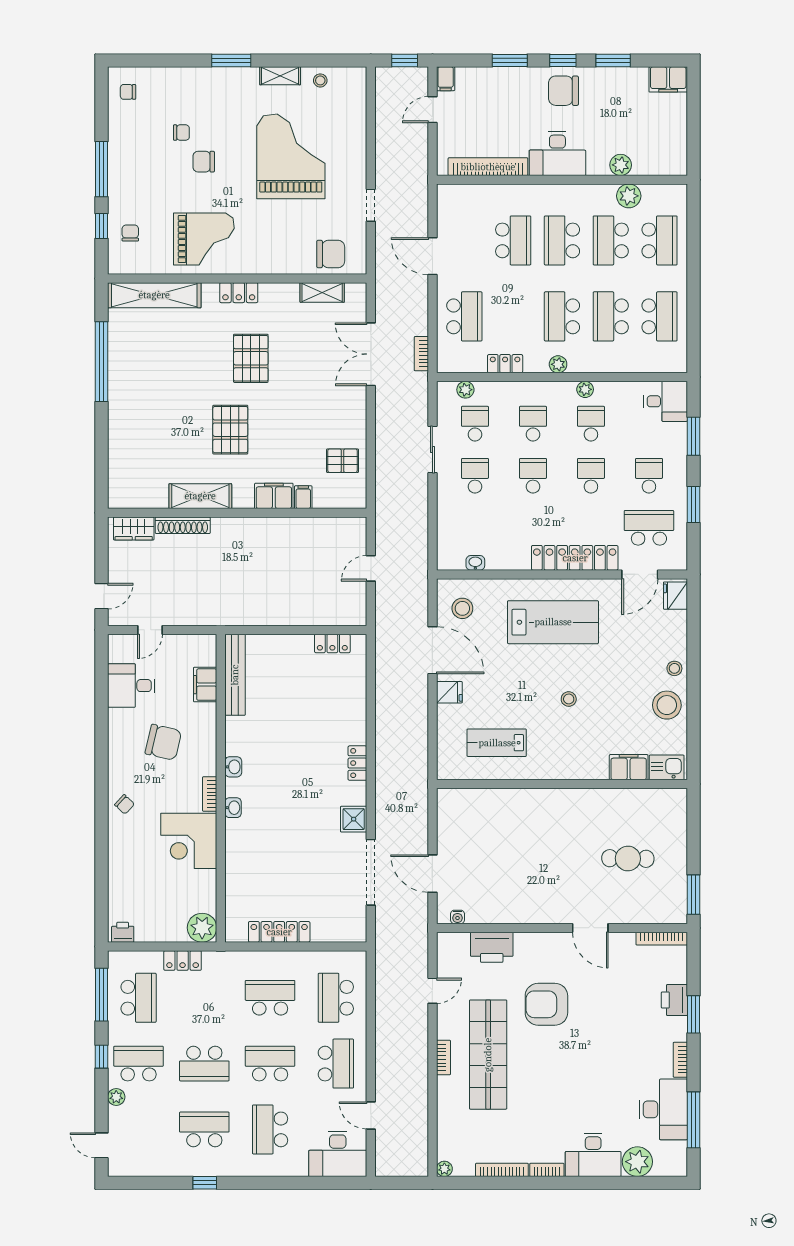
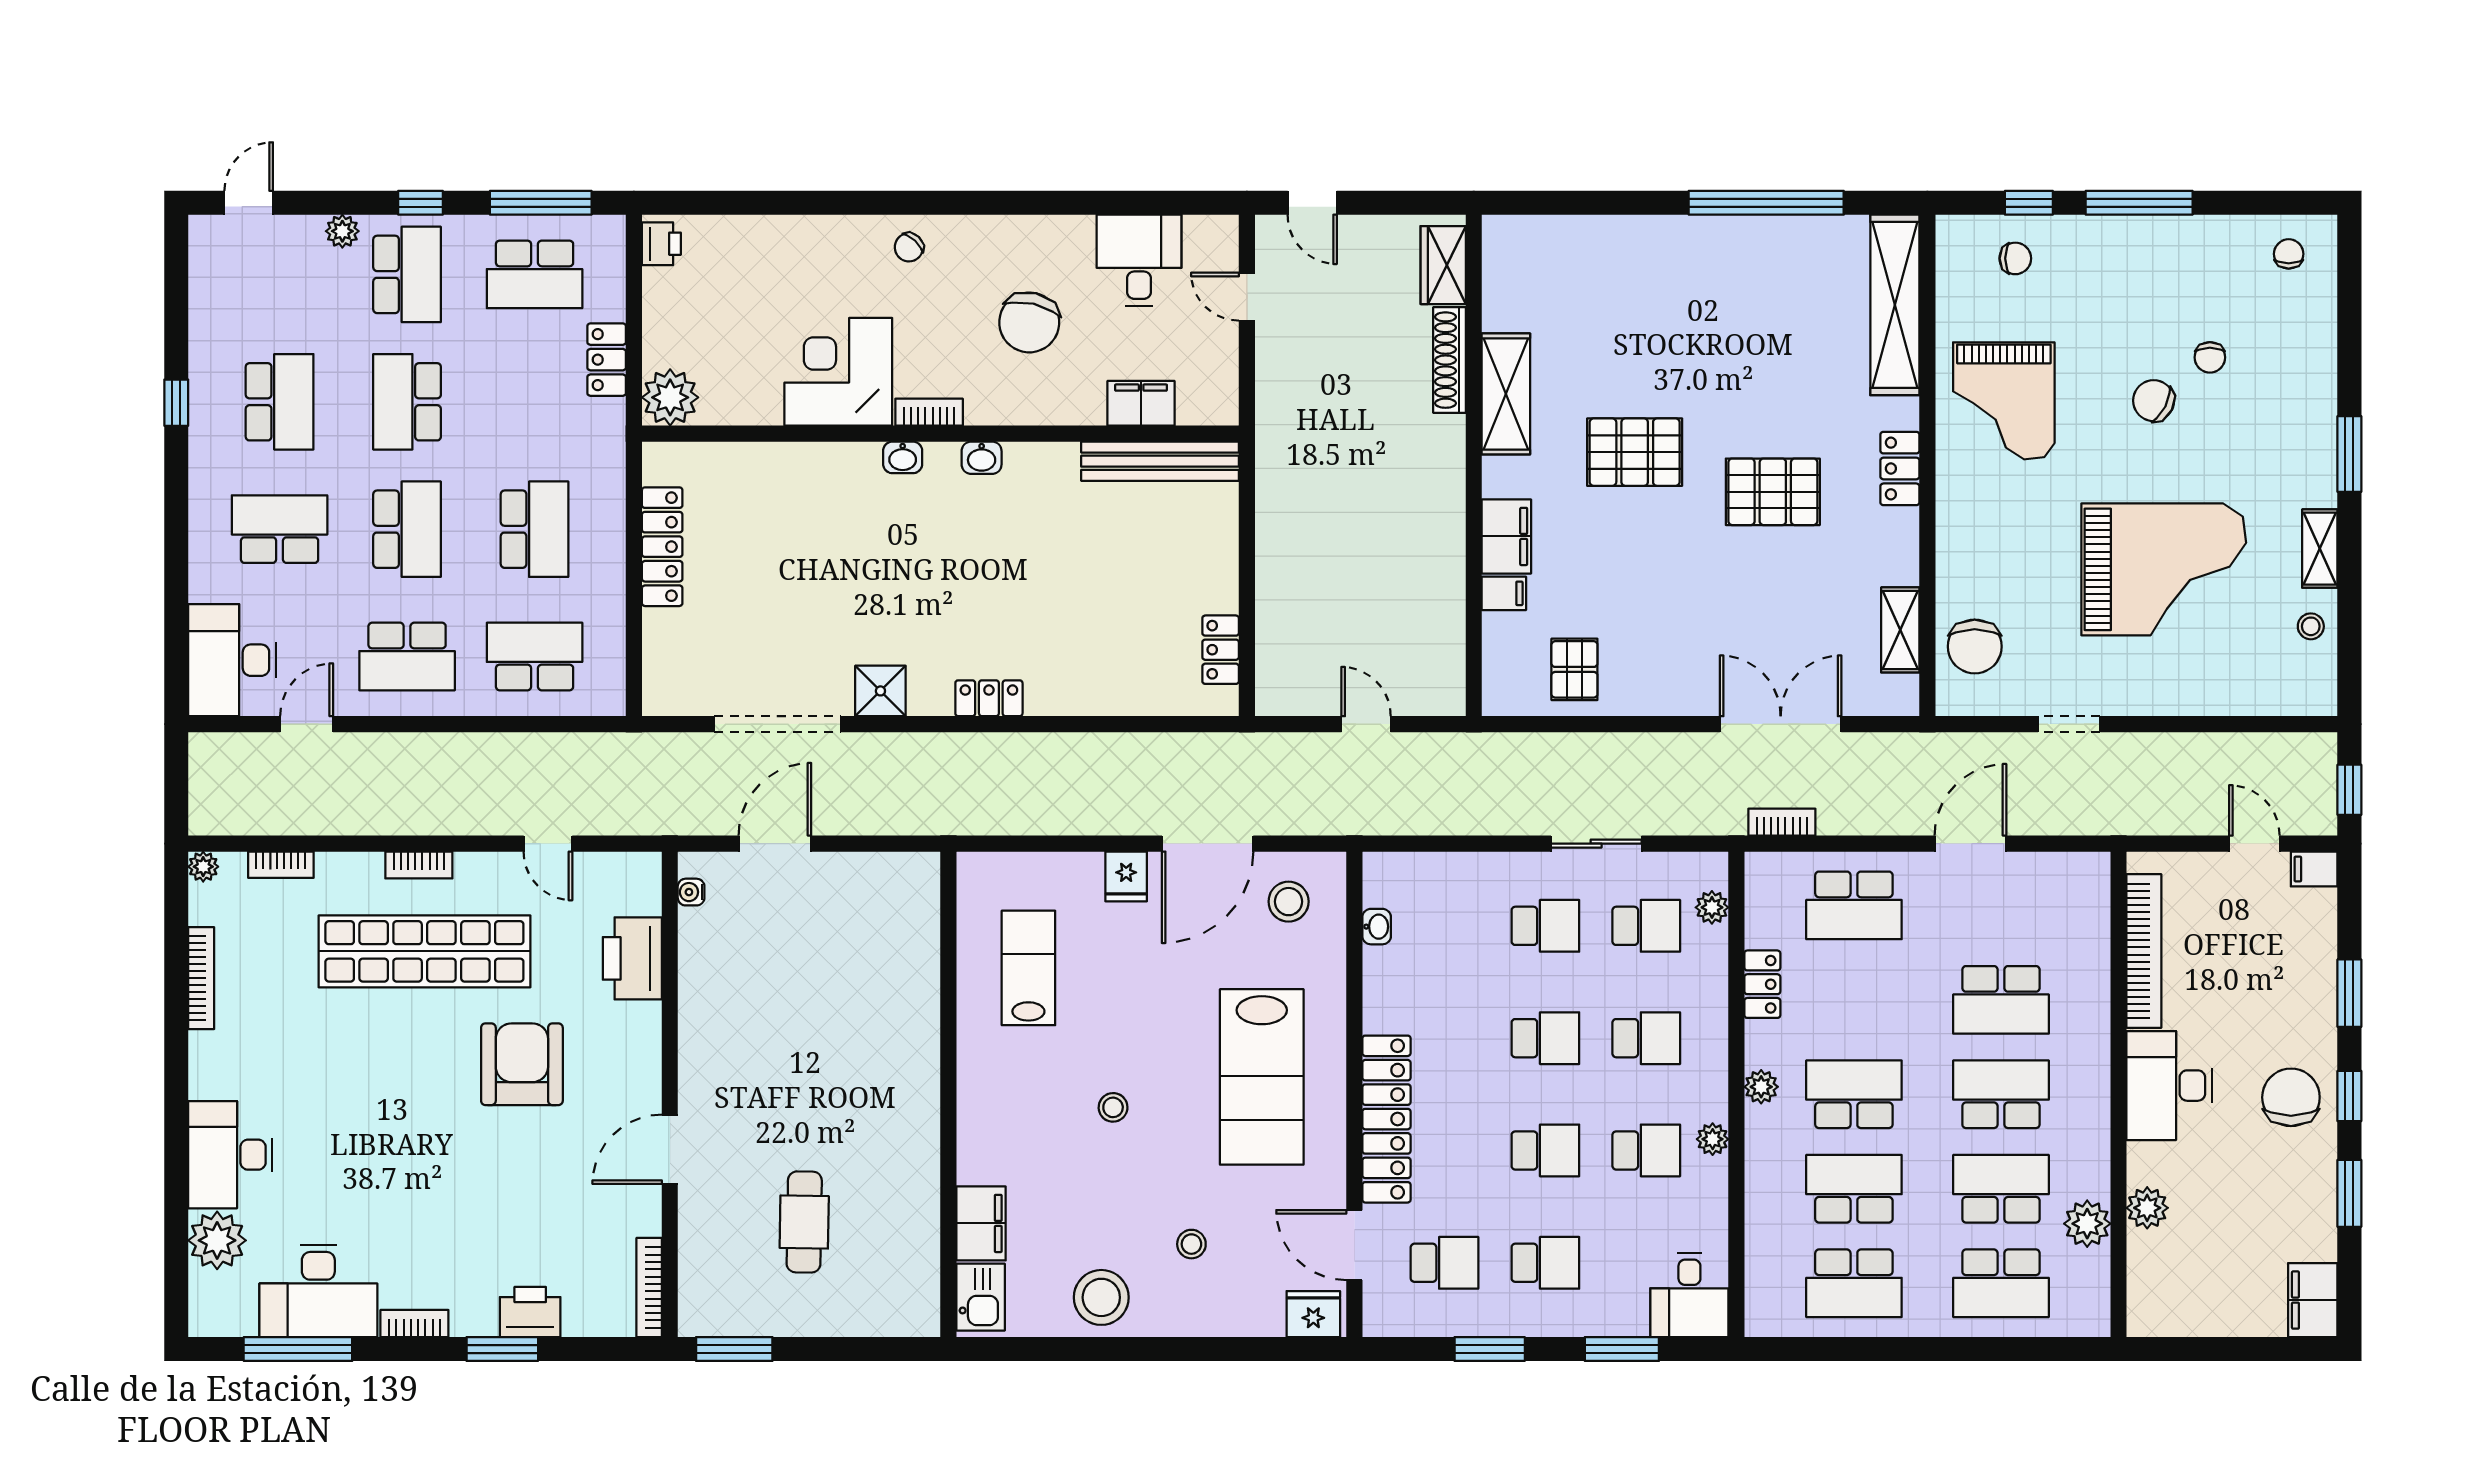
chair: (204, 162) -> (2154, 401), turned -63
school desk: (649, 528) -> (1444, 1263), width x0.54
stool: (674, 668) -> (1191, 1244), moved
bookcase: (547, 1170) -> (281, 865), moved, turned 90

